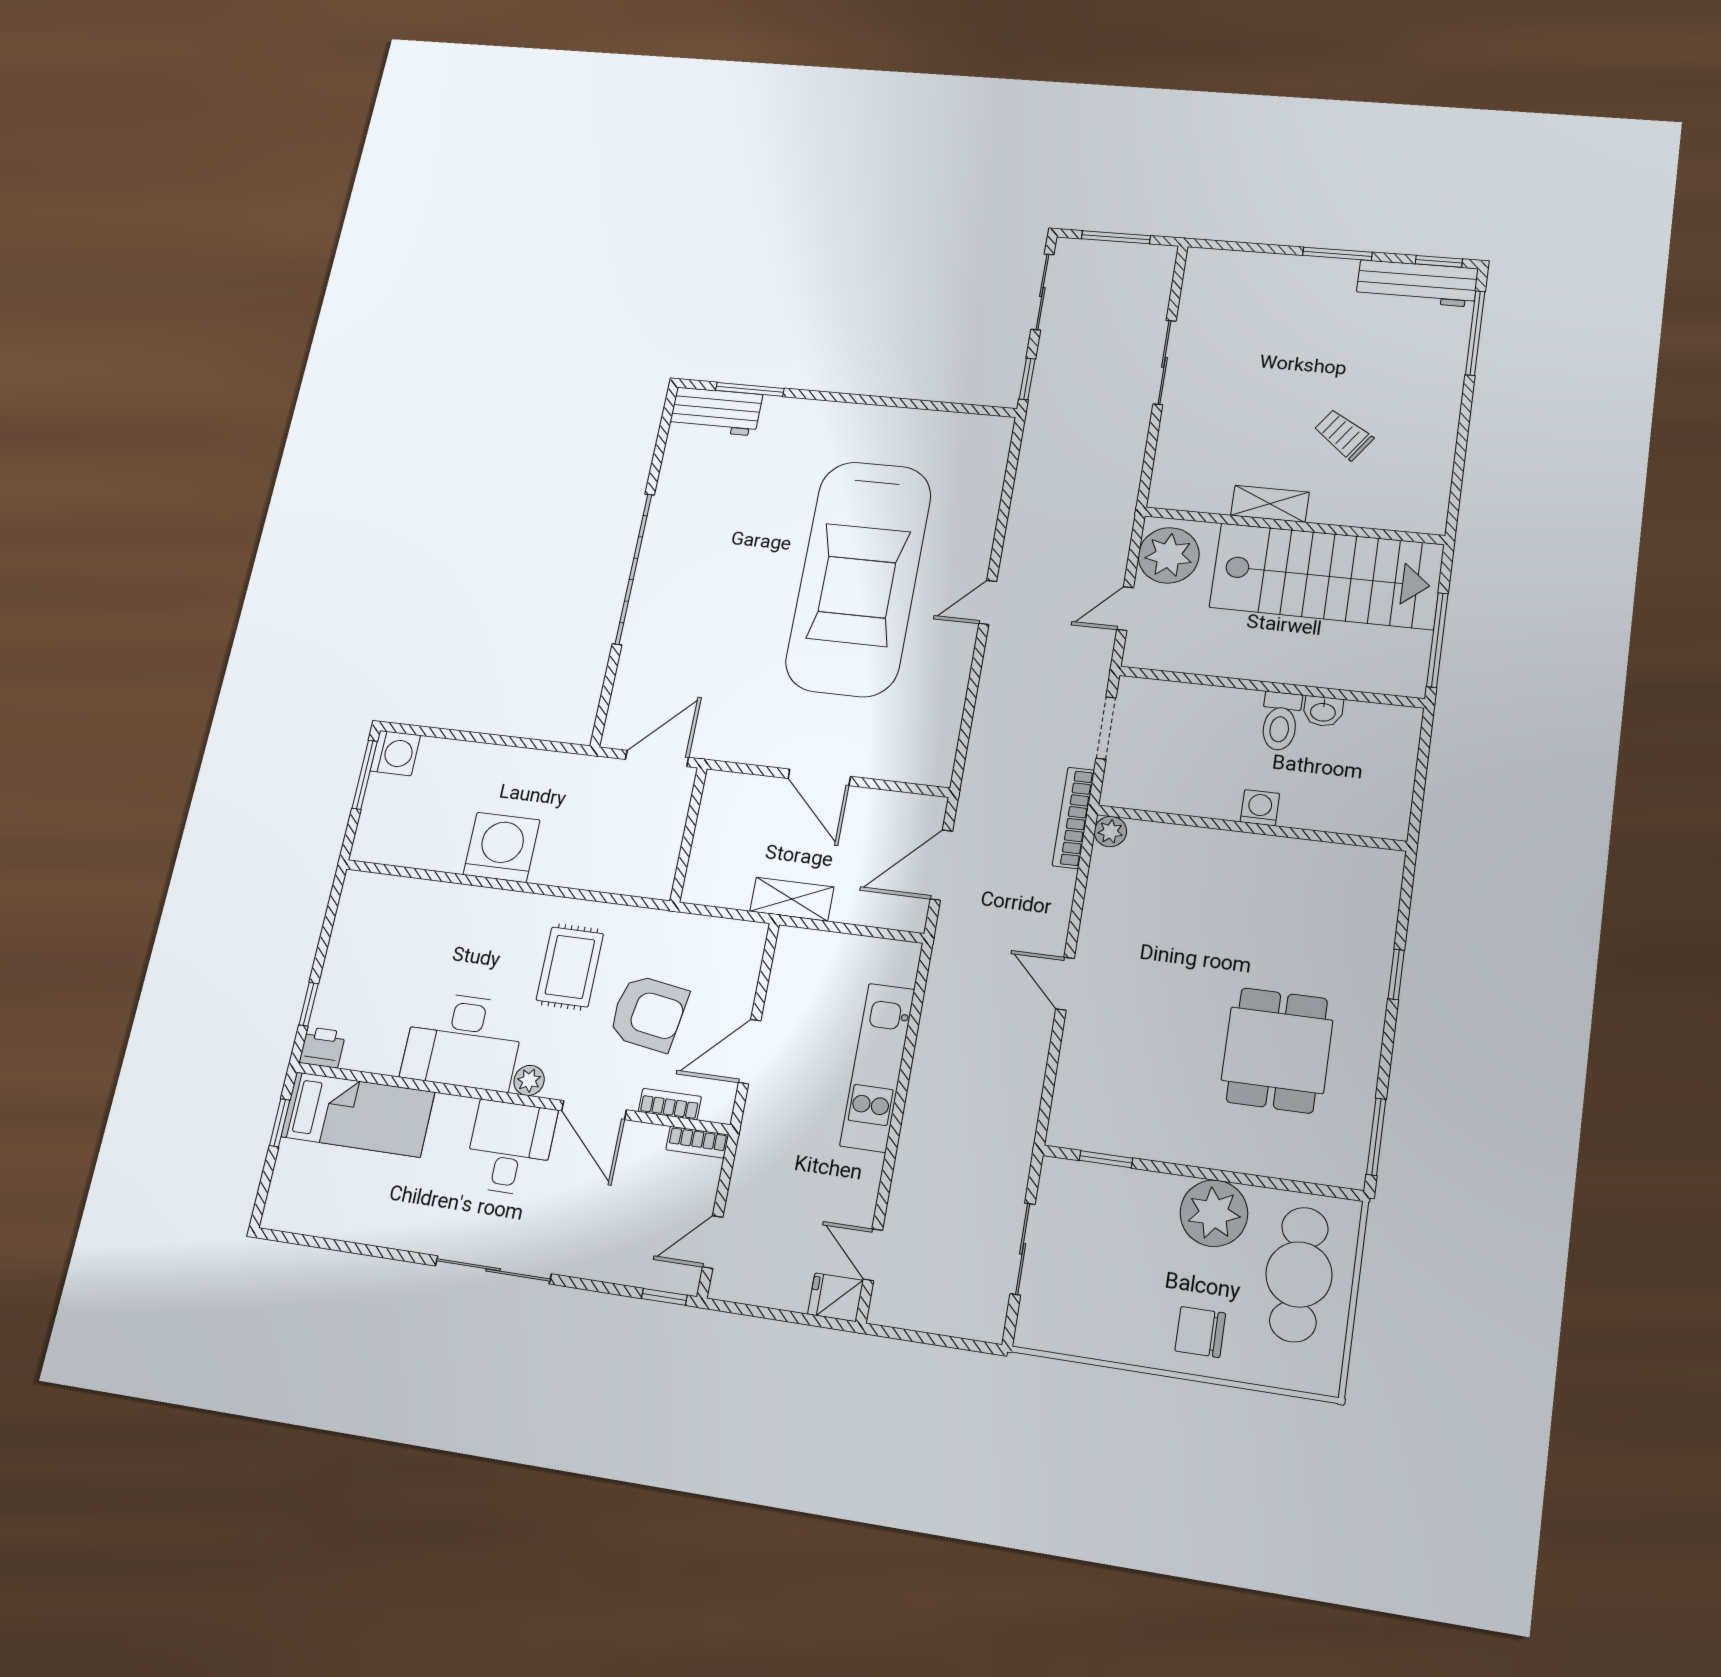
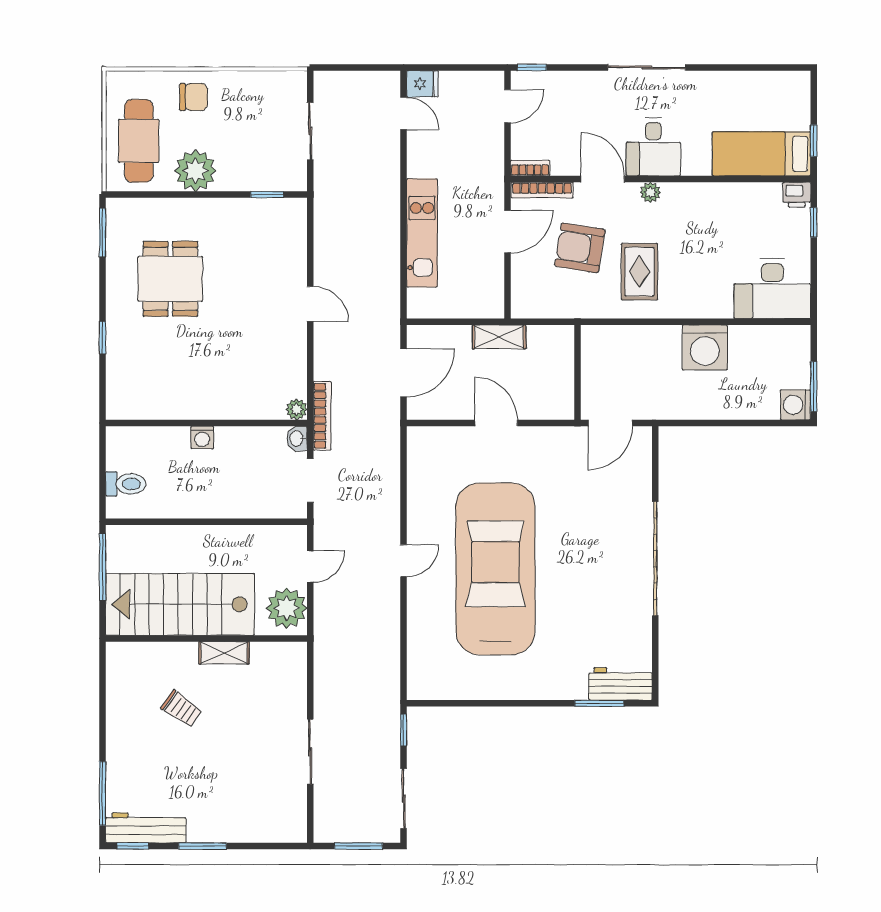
washbasin: (1323, 711) -> (297, 439), moved, turned -90
toilet: (1280, 721) -> (126, 484), moved, turned 90
desk: (463, 1041) -> (772, 289), moved, turned 180
bookcase: (670, 1104) -> (542, 190), width x1.56

